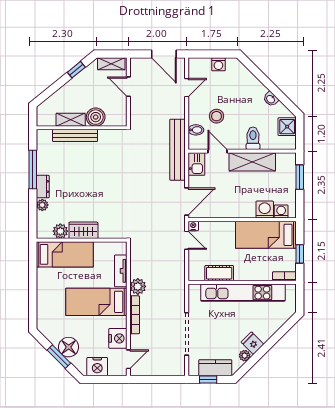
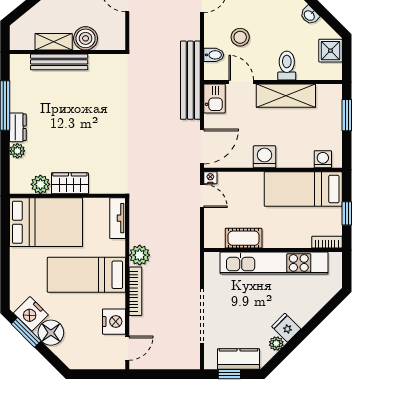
washing machine: (265, 210) -> (264, 157), moved
bed: (65, 254) -> (46, 222), width x1.50
tv unit: (121, 271) -> (118, 218), moved
window: (59, 357) -> (26, 332), moved
nightstand: (97, 367) -> (31, 314), moved, turned 45

